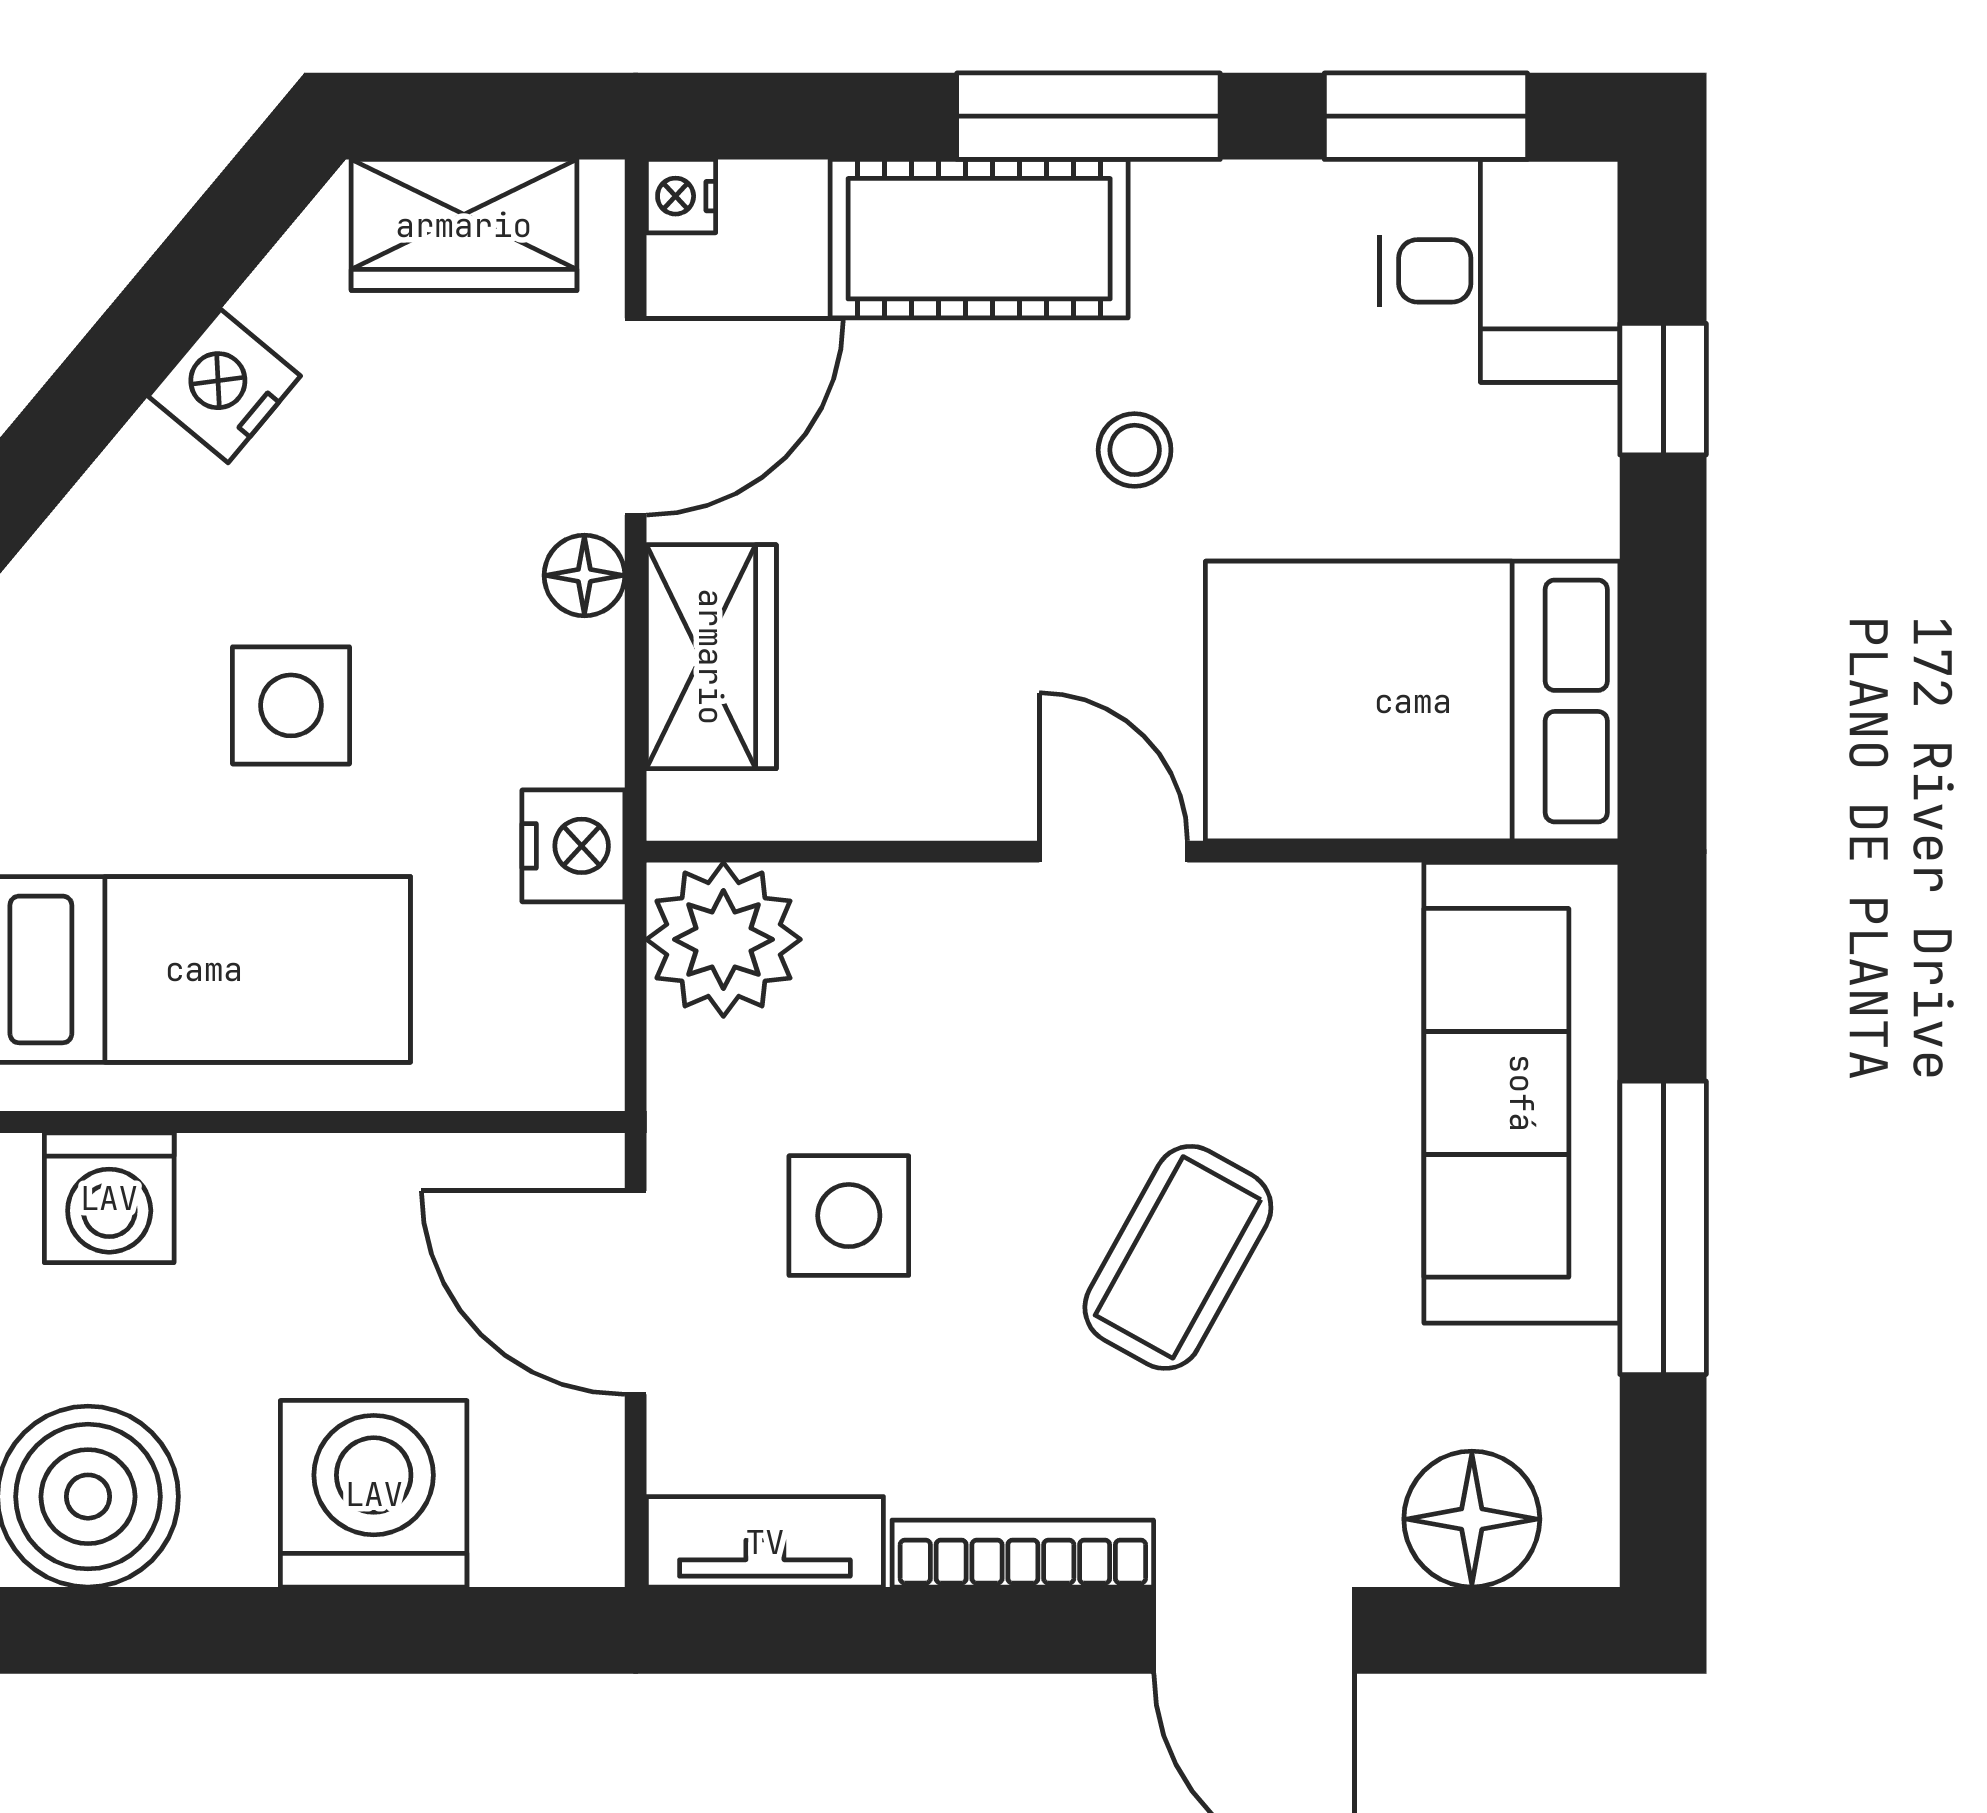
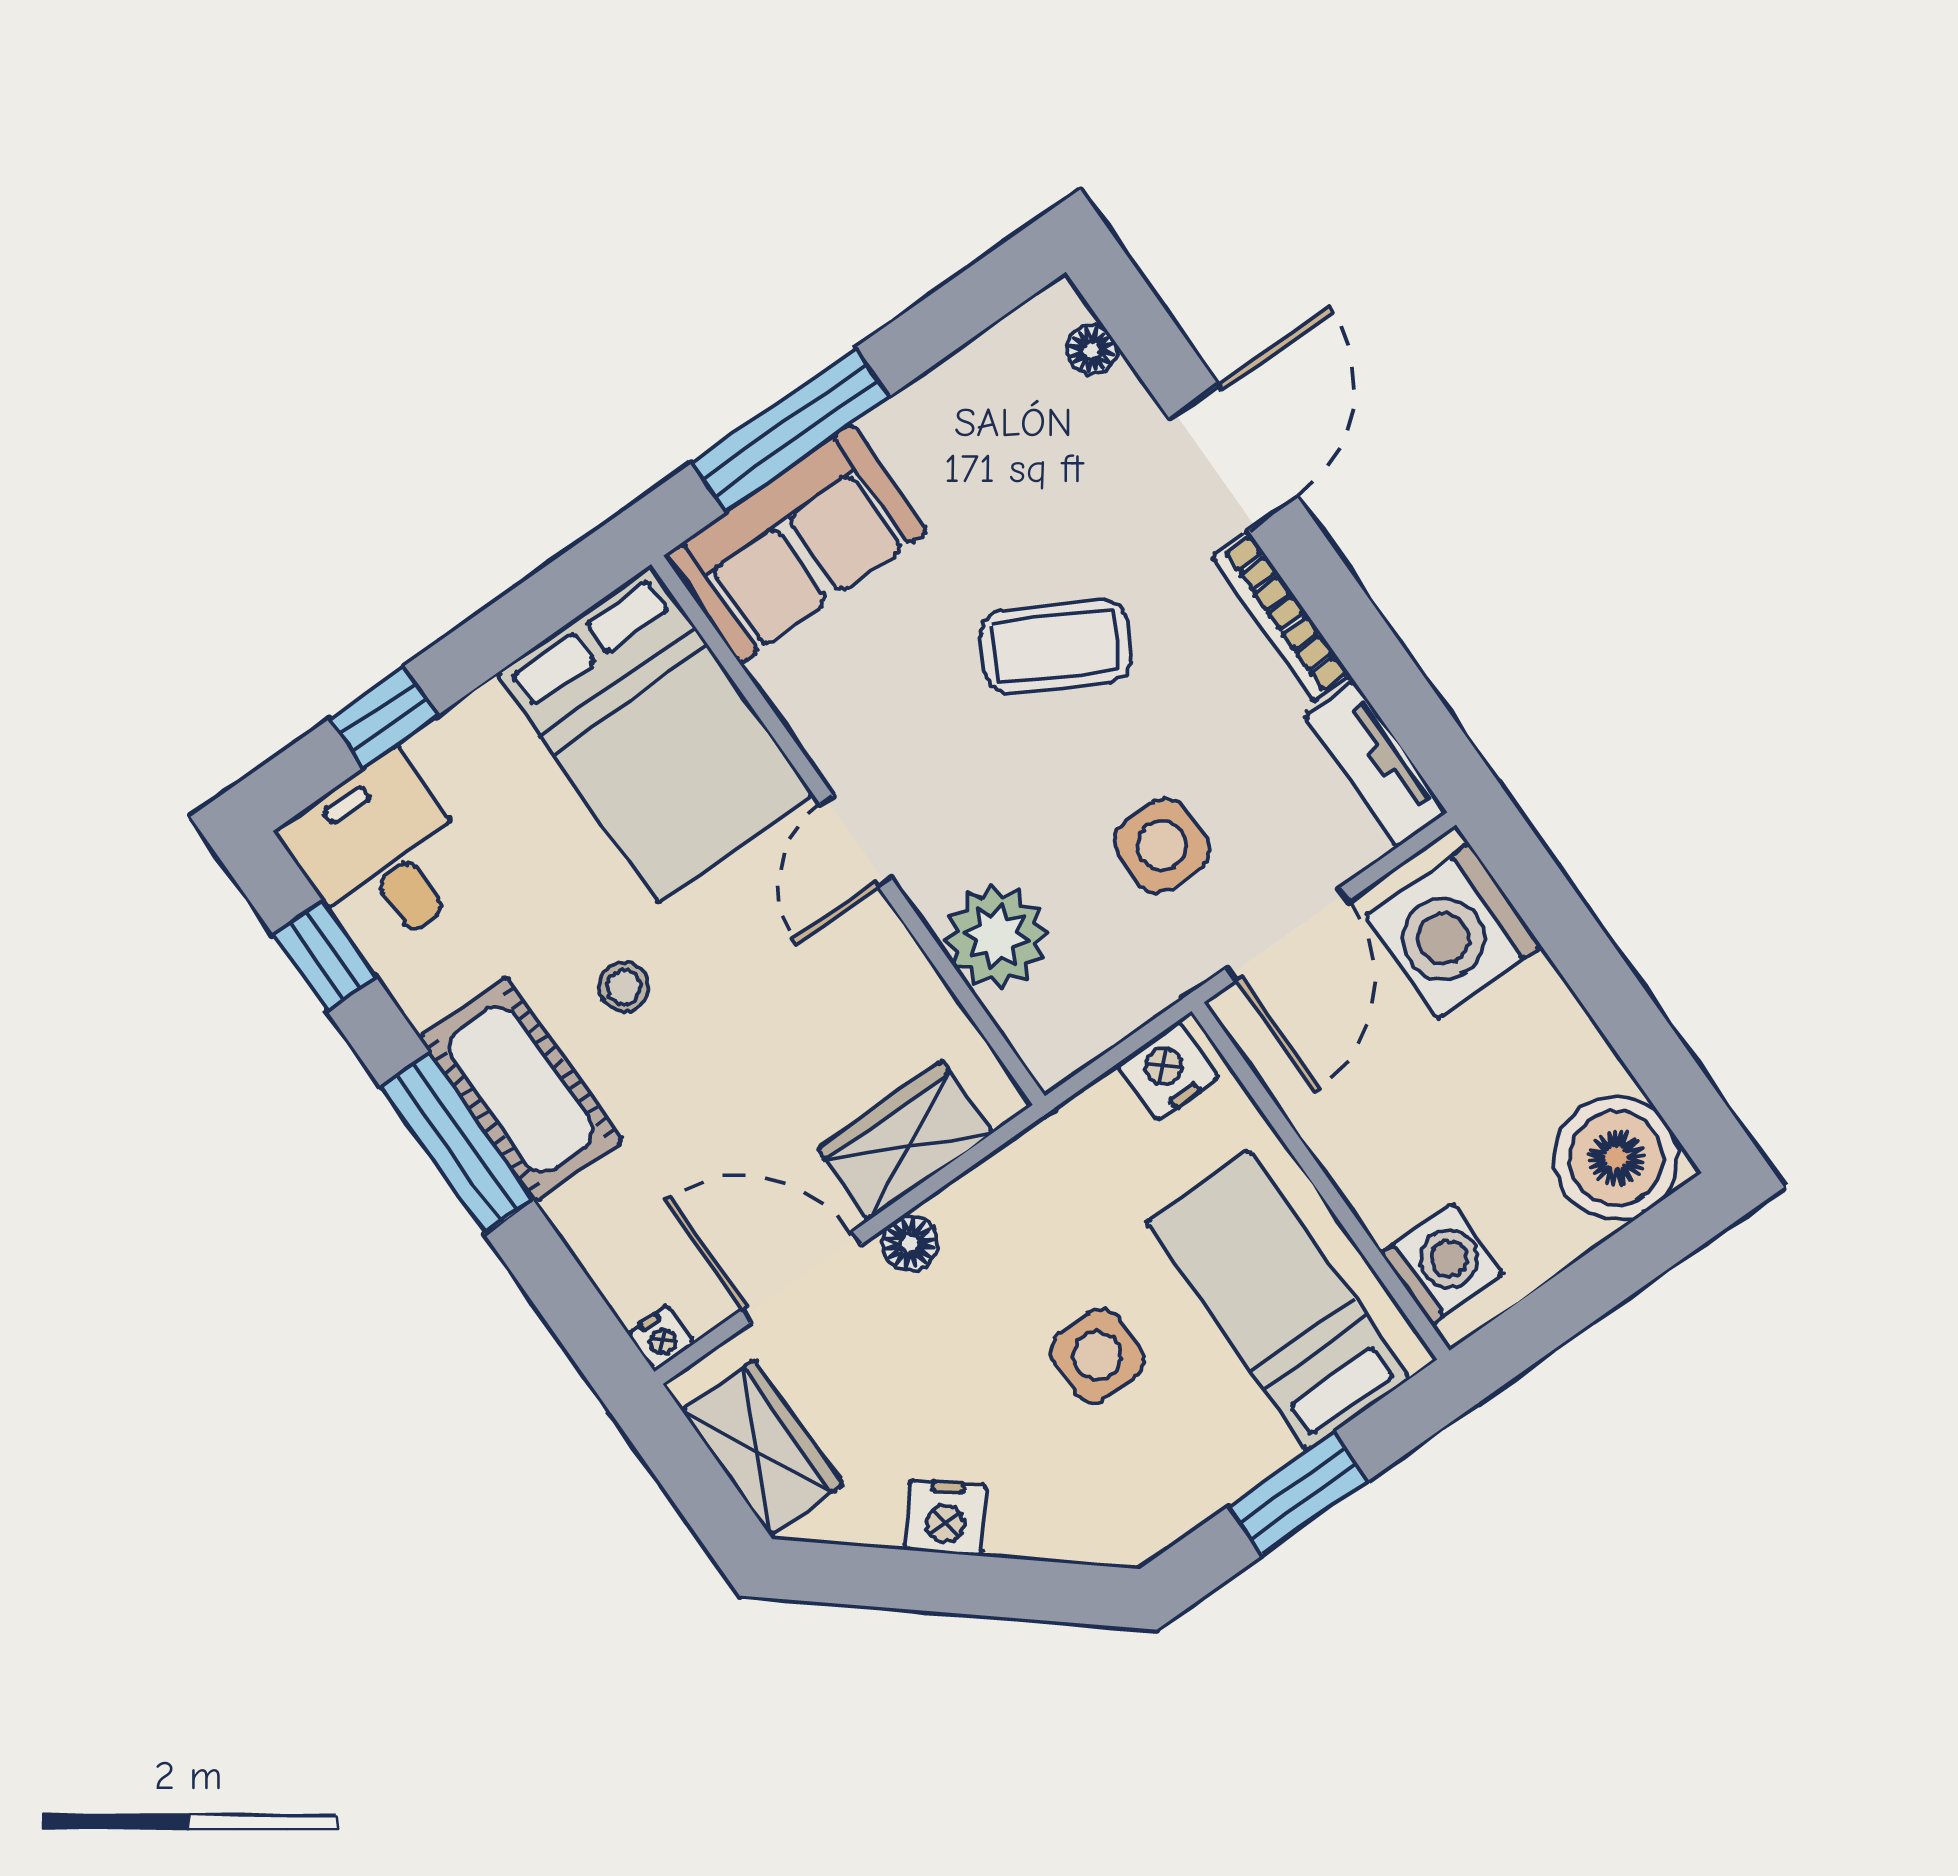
window: (1426, 116) -> (325, 956), width x0.67
cot: (979, 239) -> (521, 1089), moved
nightstand: (573, 846) -> (1167, 1071), moved
plant: (723, 939) -> (997, 937), moved
sofa: (1522, 1093) -> (796, 544), width x0.73
window: (1663, 1228) -> (791, 430), moved
washing machine: (374, 1494) -> (1454, 931), moved
floor lamp: (1472, 1519) -> (1091, 350), width x0.53, depth x0.53

